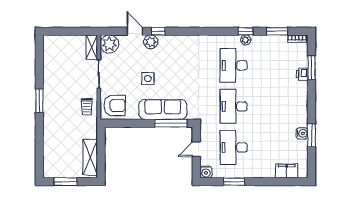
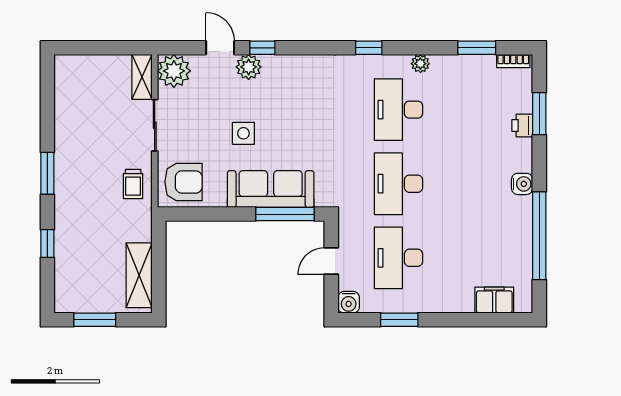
window: (246, 31) -> (369, 48), moved
water cooler: (302, 133) -> (522, 184), moved
window: (311, 135) -> (539, 236), width x2.11
window: (39, 139) -> (47, 243), added

